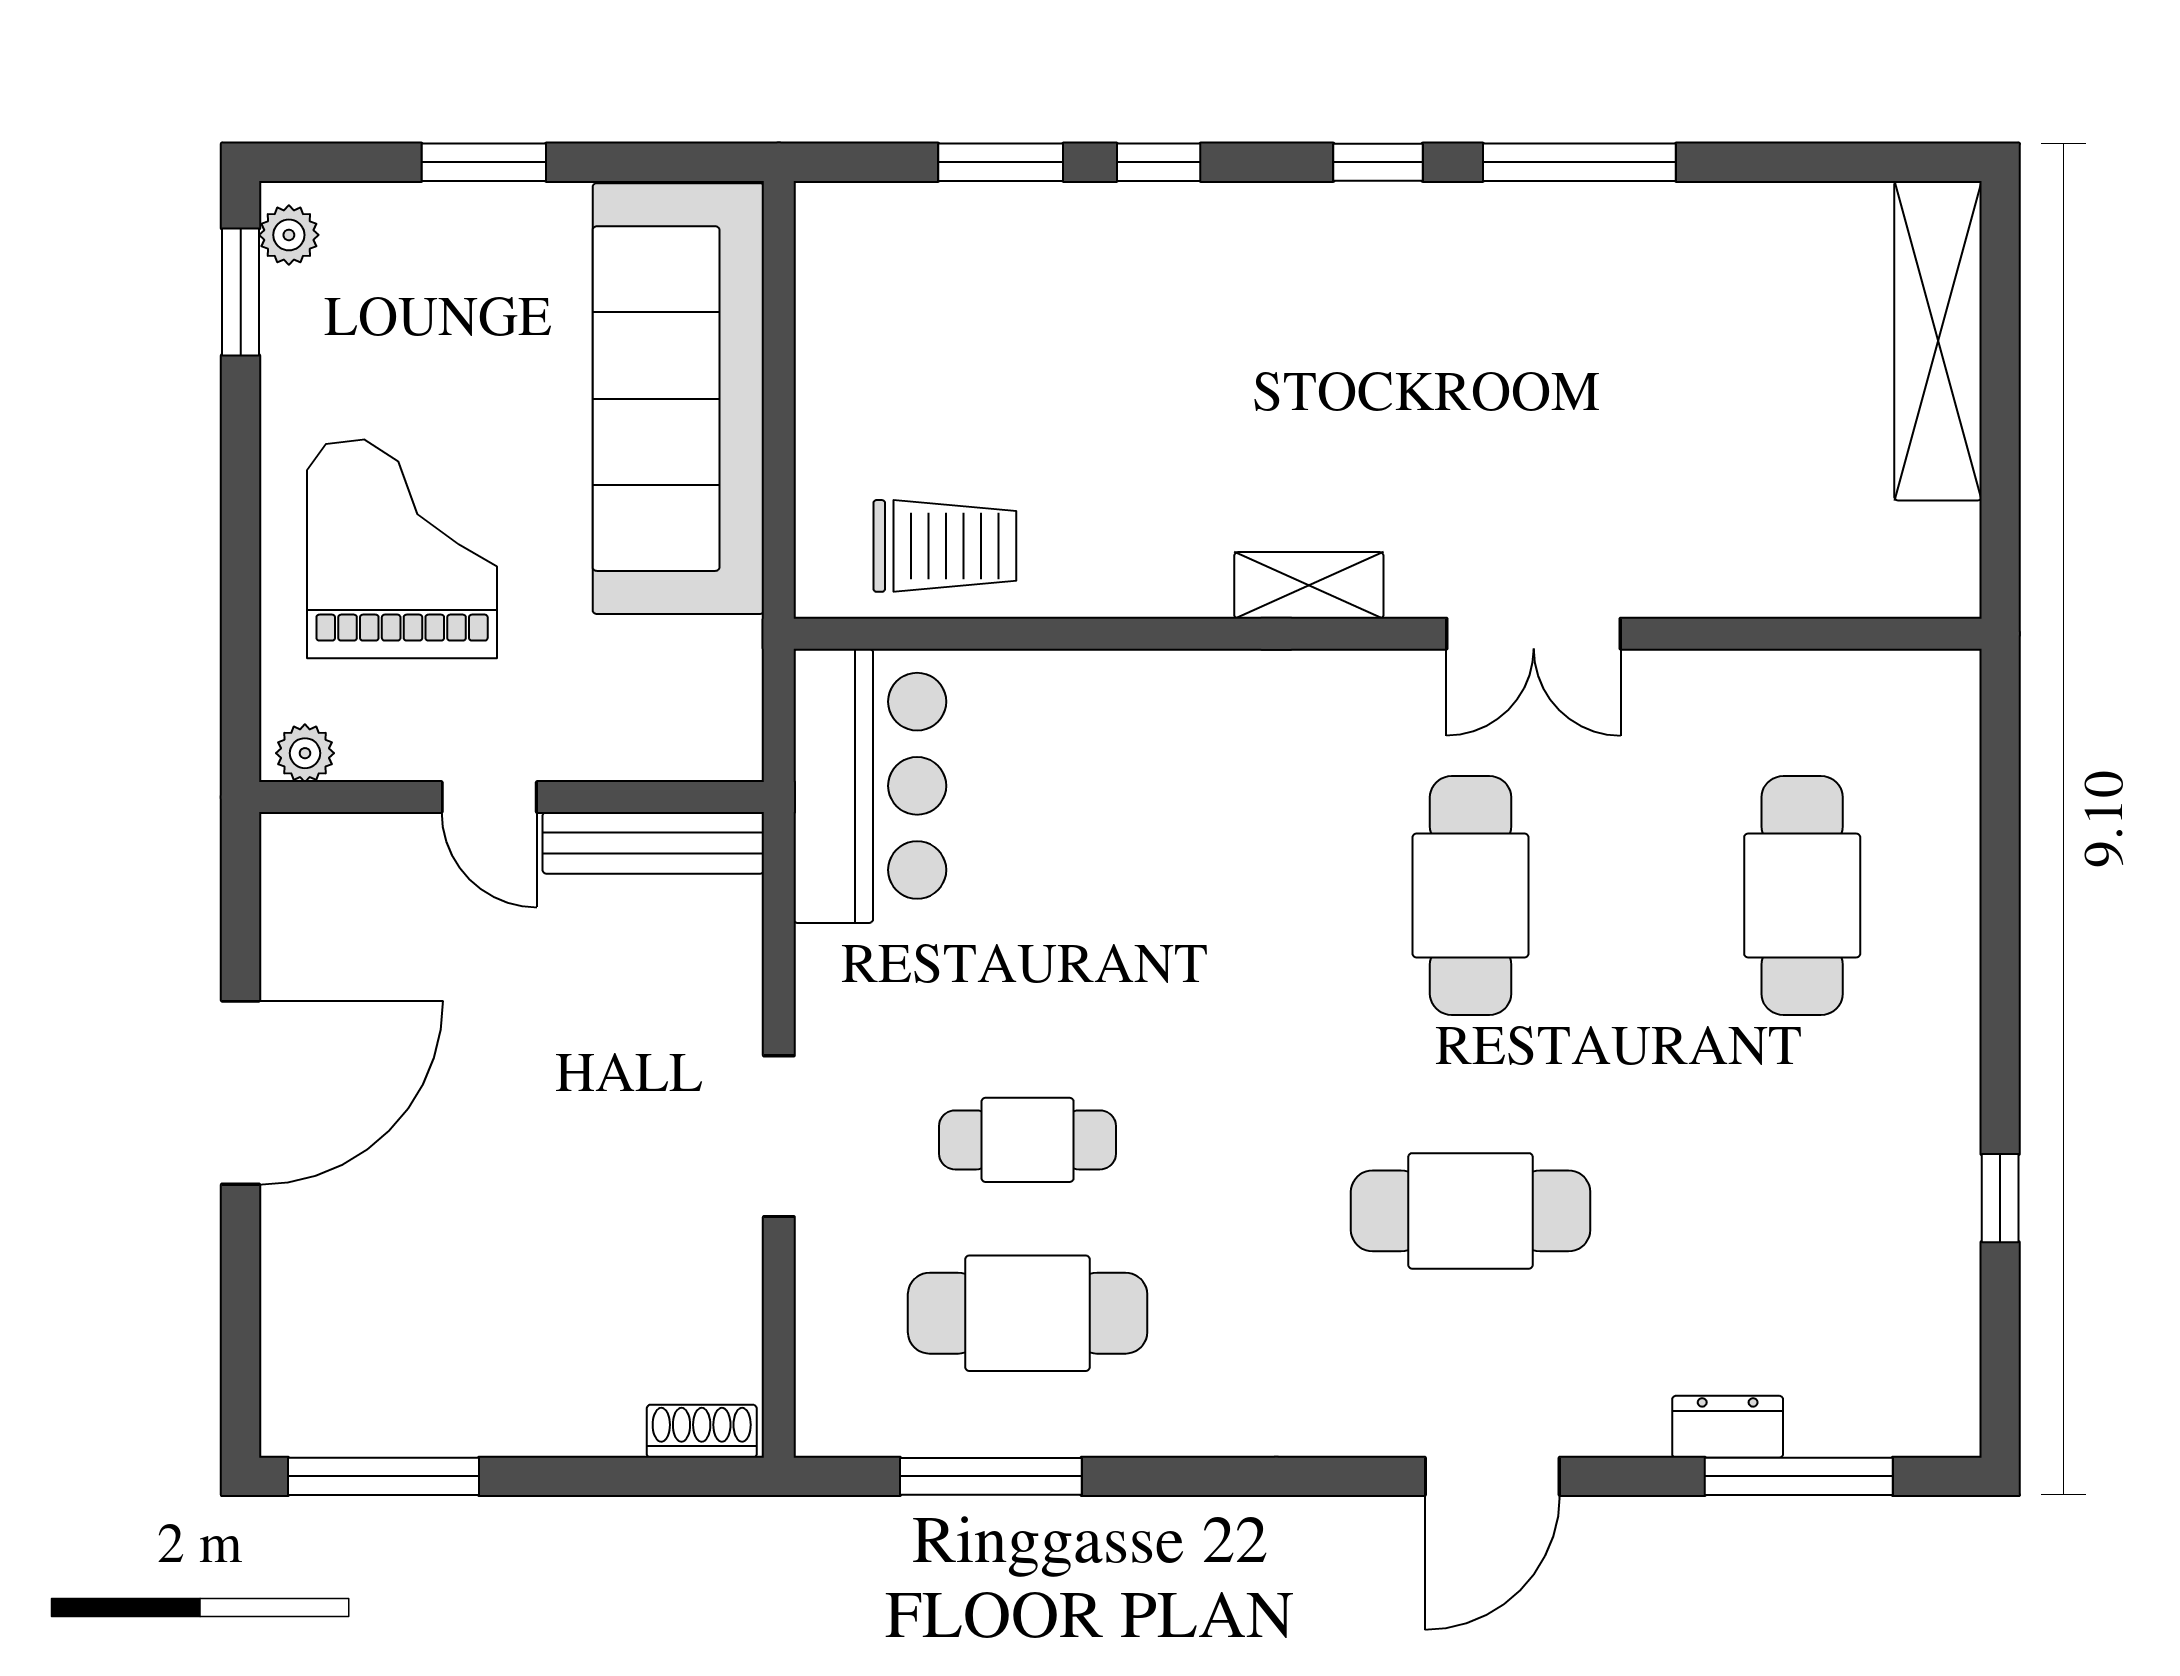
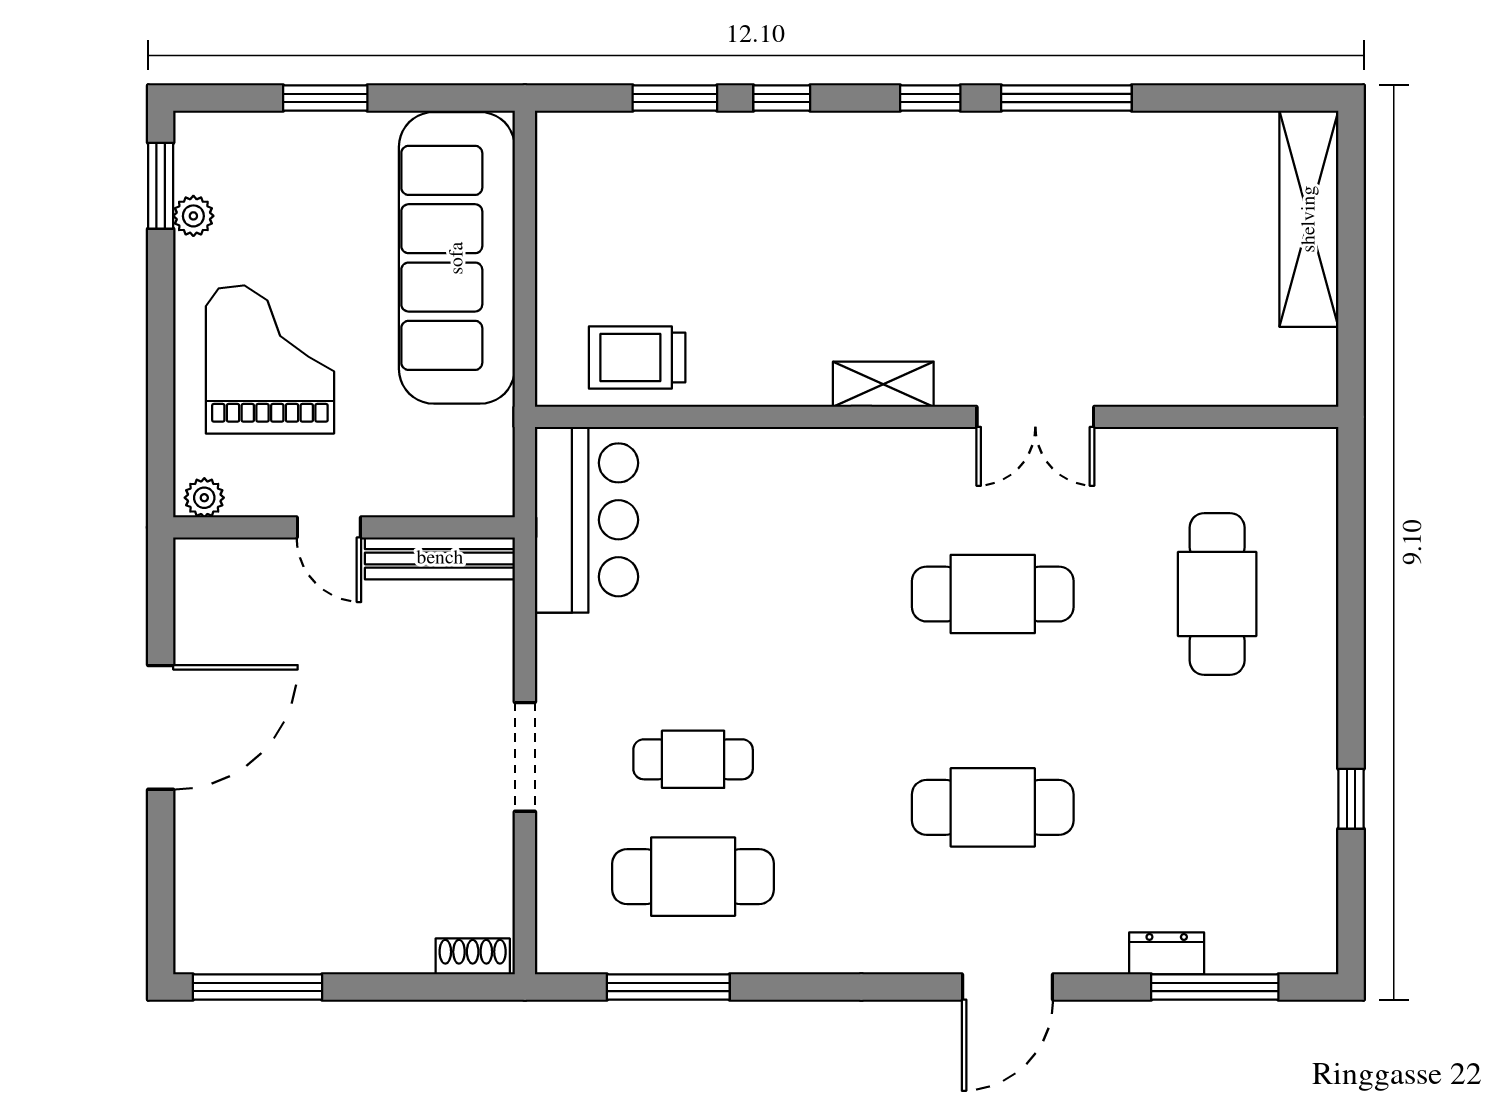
plant: (289, 235) -> (193, 216), moved
trolley: (945, 546) -> (637, 358), turned 180
cafe table: (1471, 895) -> (993, 594), turned 90

